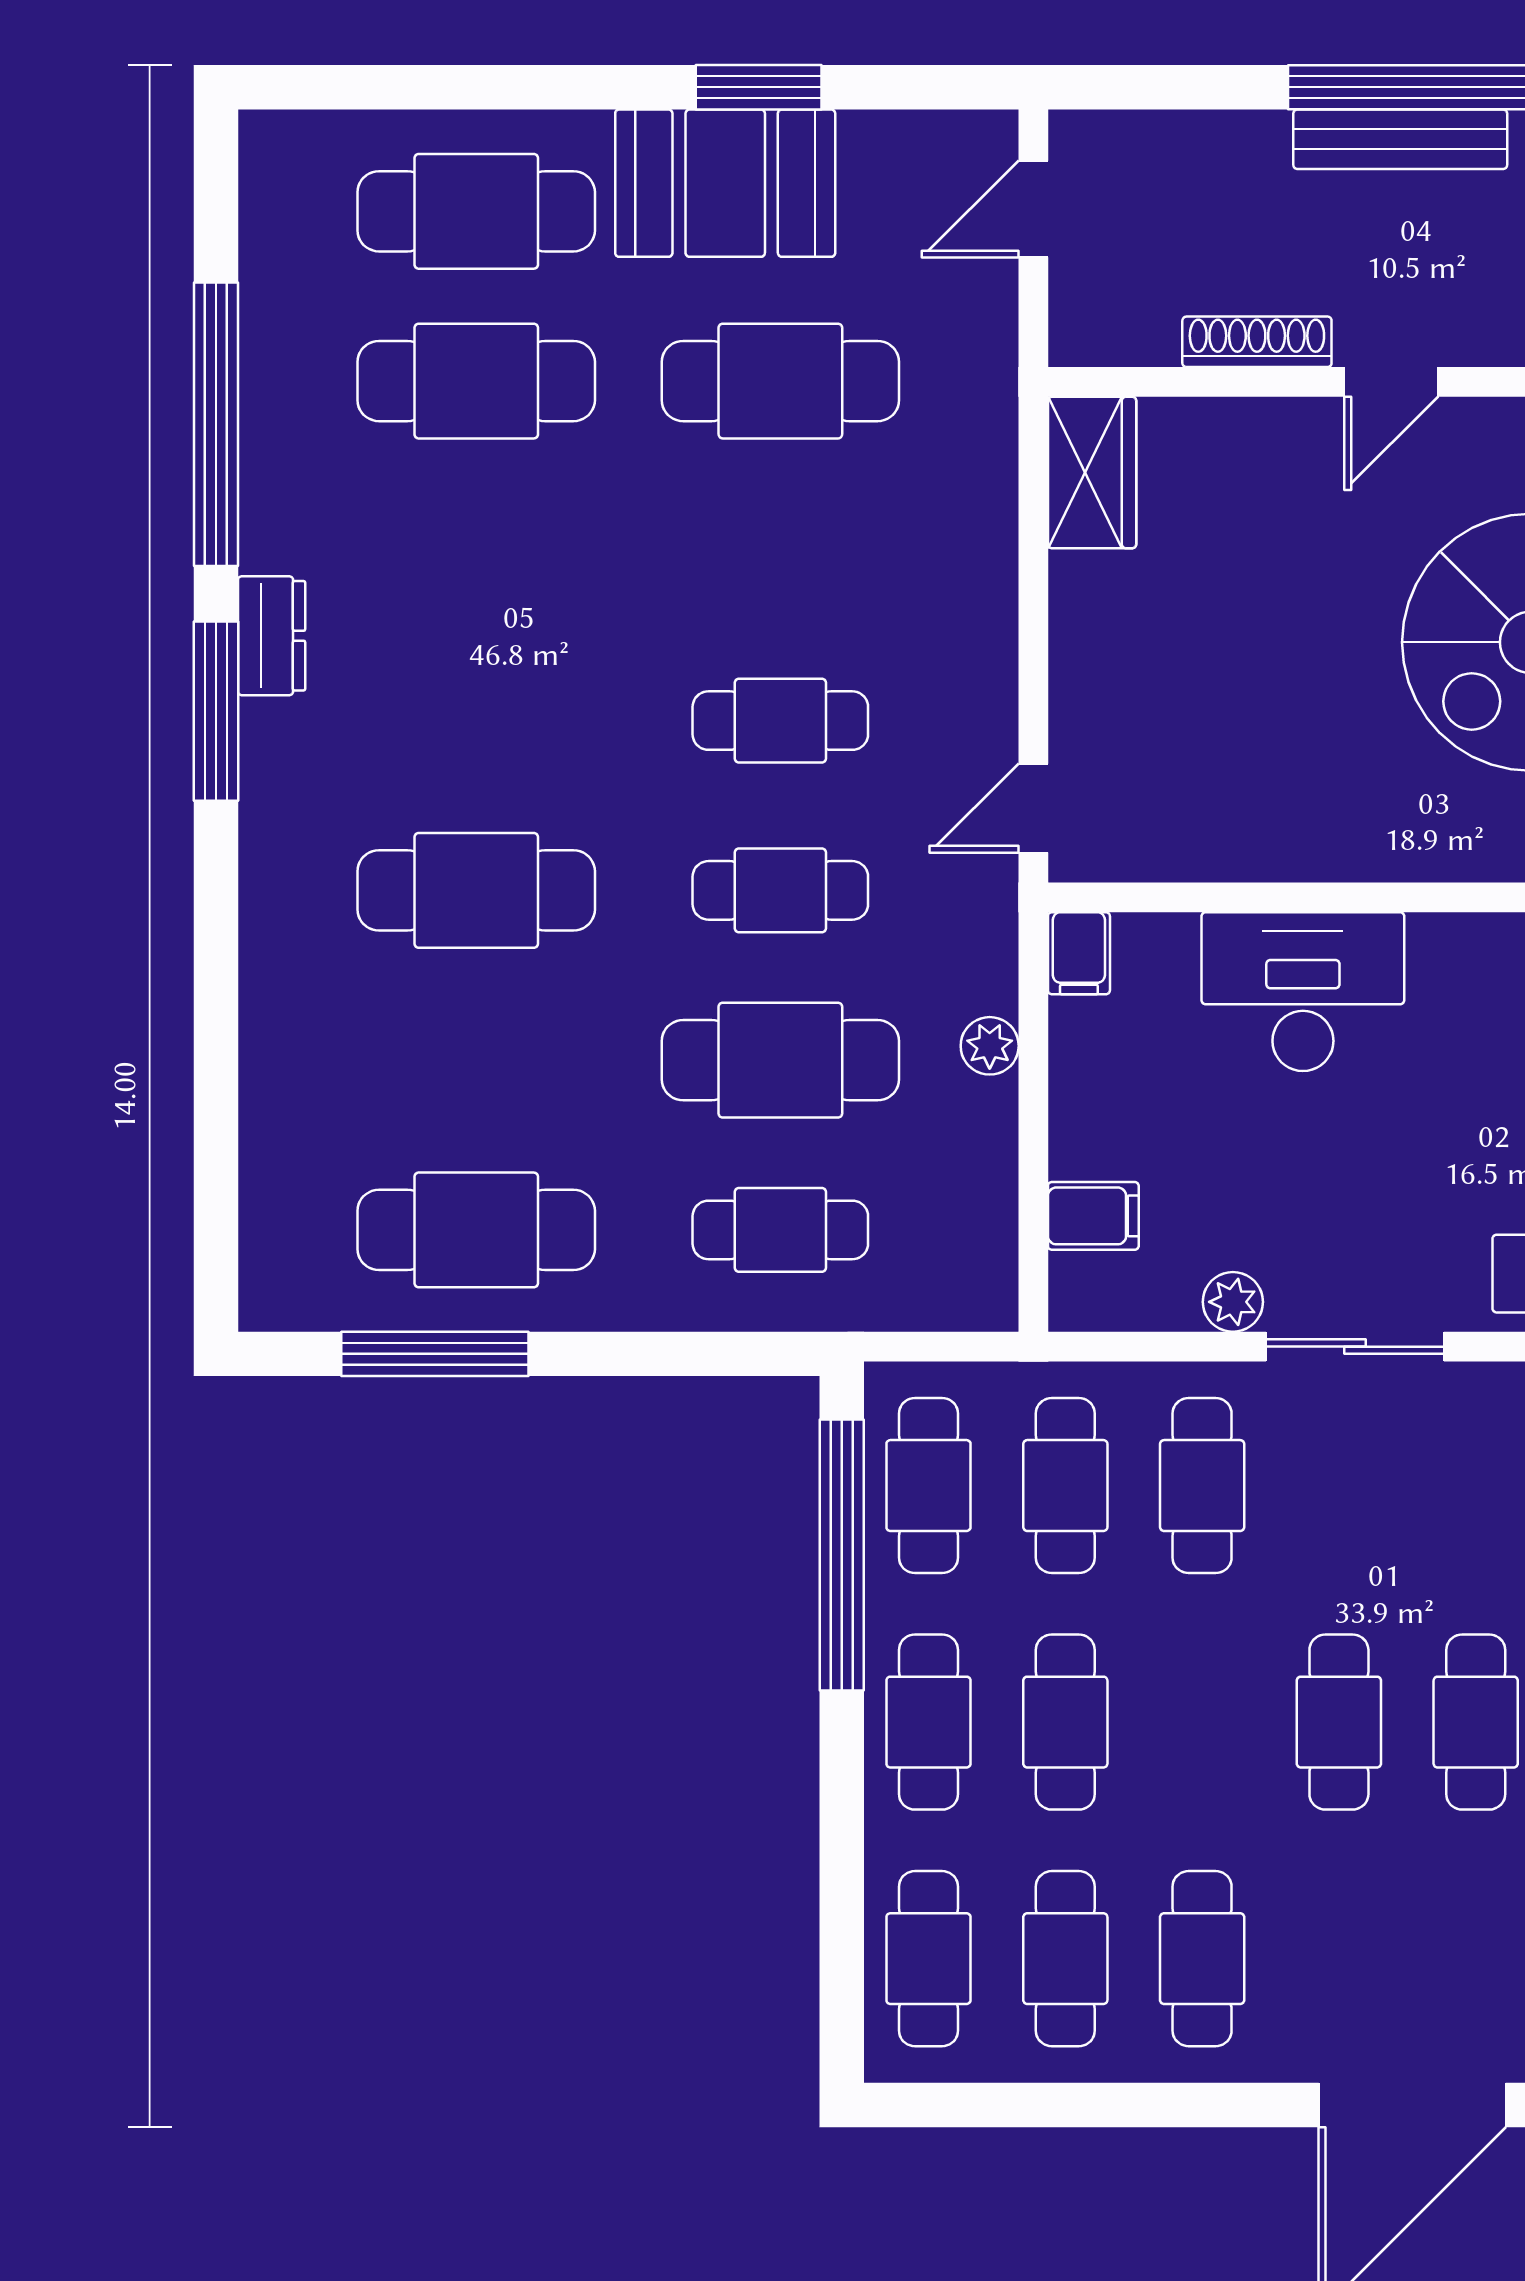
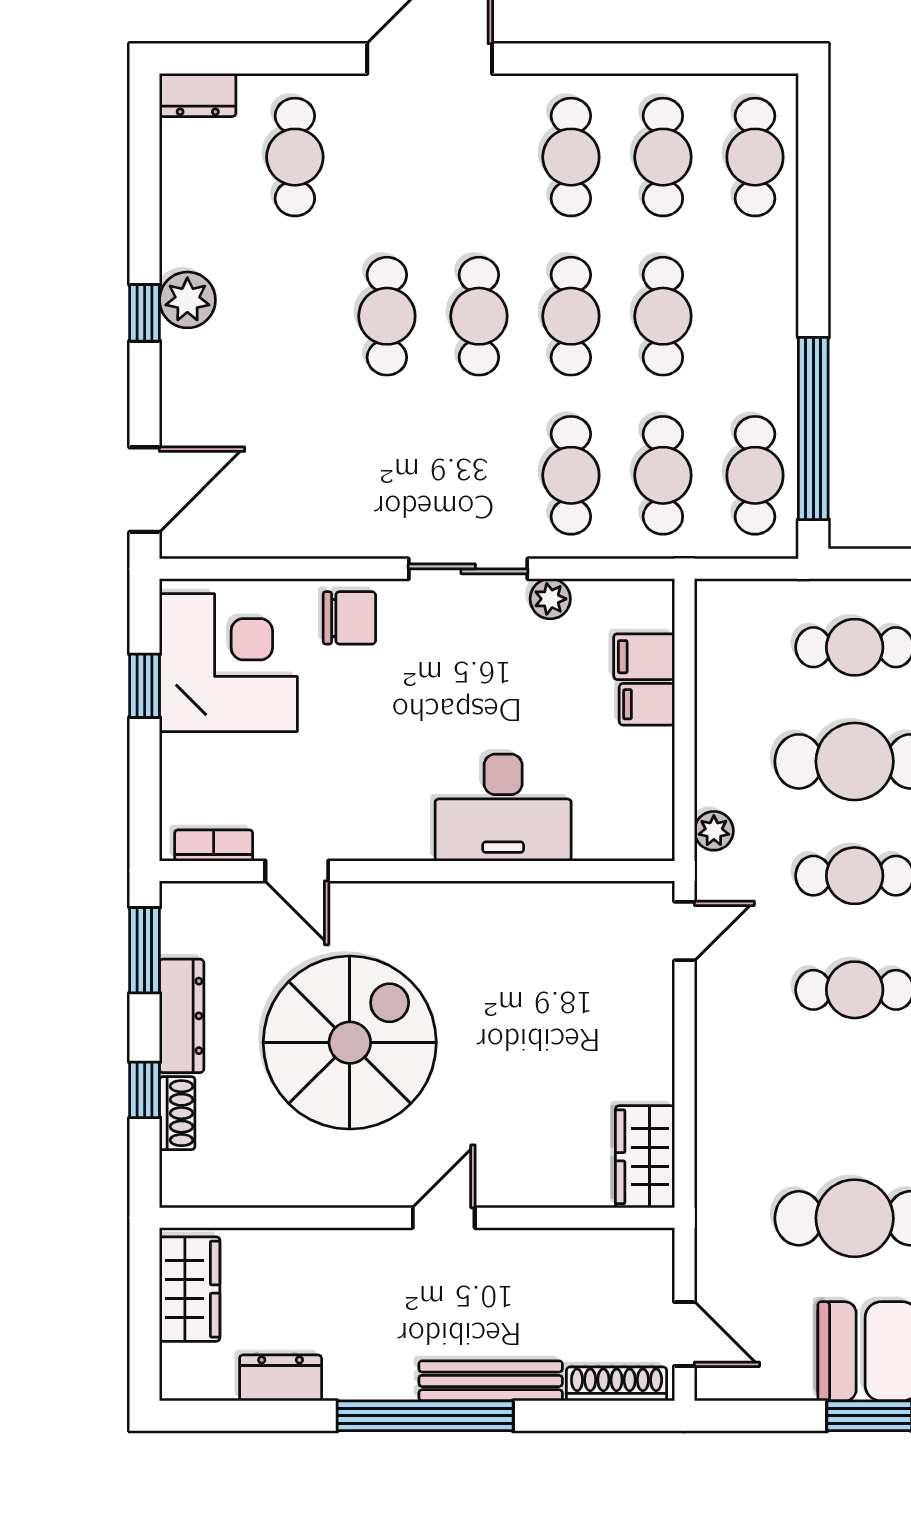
bench: (1400, 139) -> (491, 1381), moved
door: (1033, 209) -> (684, 1334), hinge flipped
shoe rack: (1257, 342) -> (617, 1384), moved, turned 180
filing cabinet: (1079, 953) -> (647, 704), moved, turned -90
plant: (990, 1046) -> (714, 831), moved
cafe table: (928, 1722) -> (571, 316), moved

